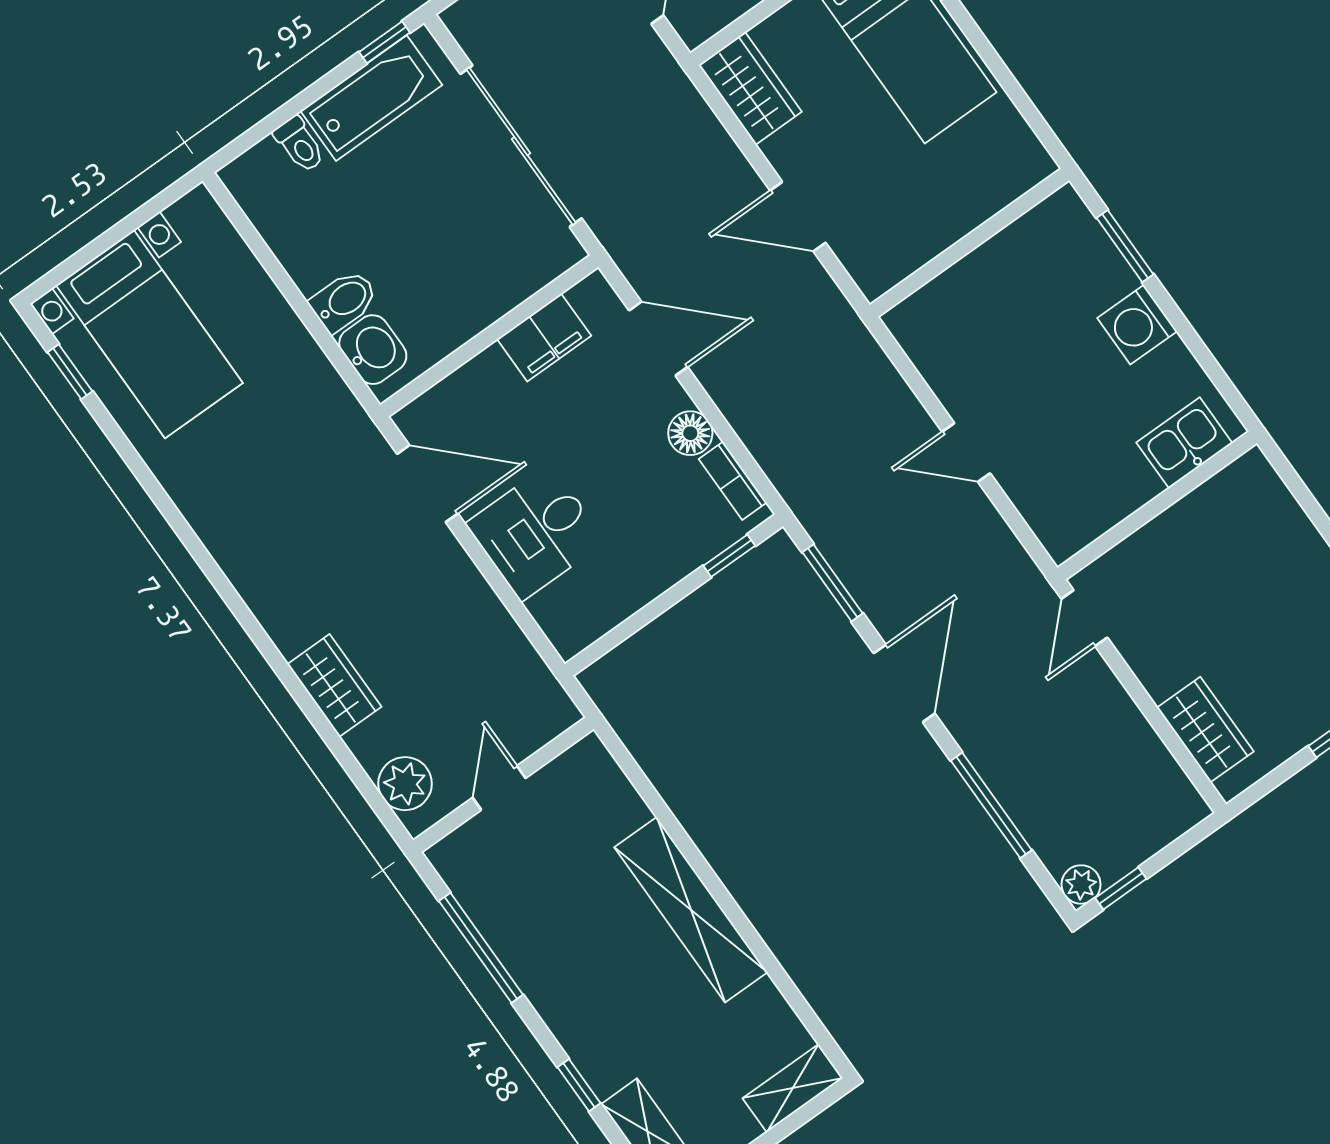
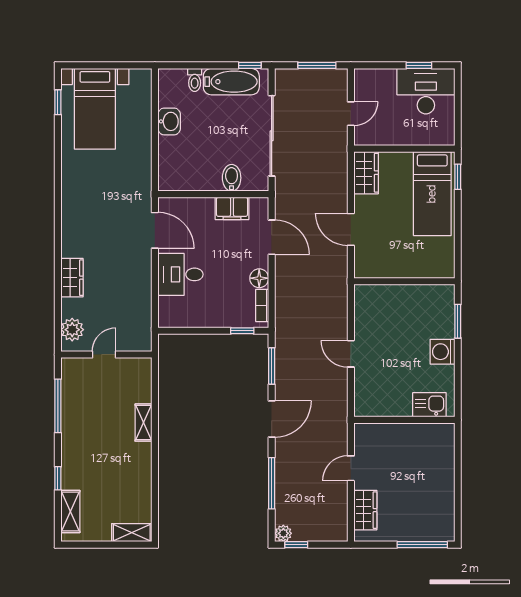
bidet: (344, 301) -> (232, 178), moved, turned -90
washbasin: (373, 350) -> (169, 121), moved
door: (1084, 618) -> (351, 468), moved
shelving: (691, 910) -> (143, 423), width x0.45, depth x0.75

